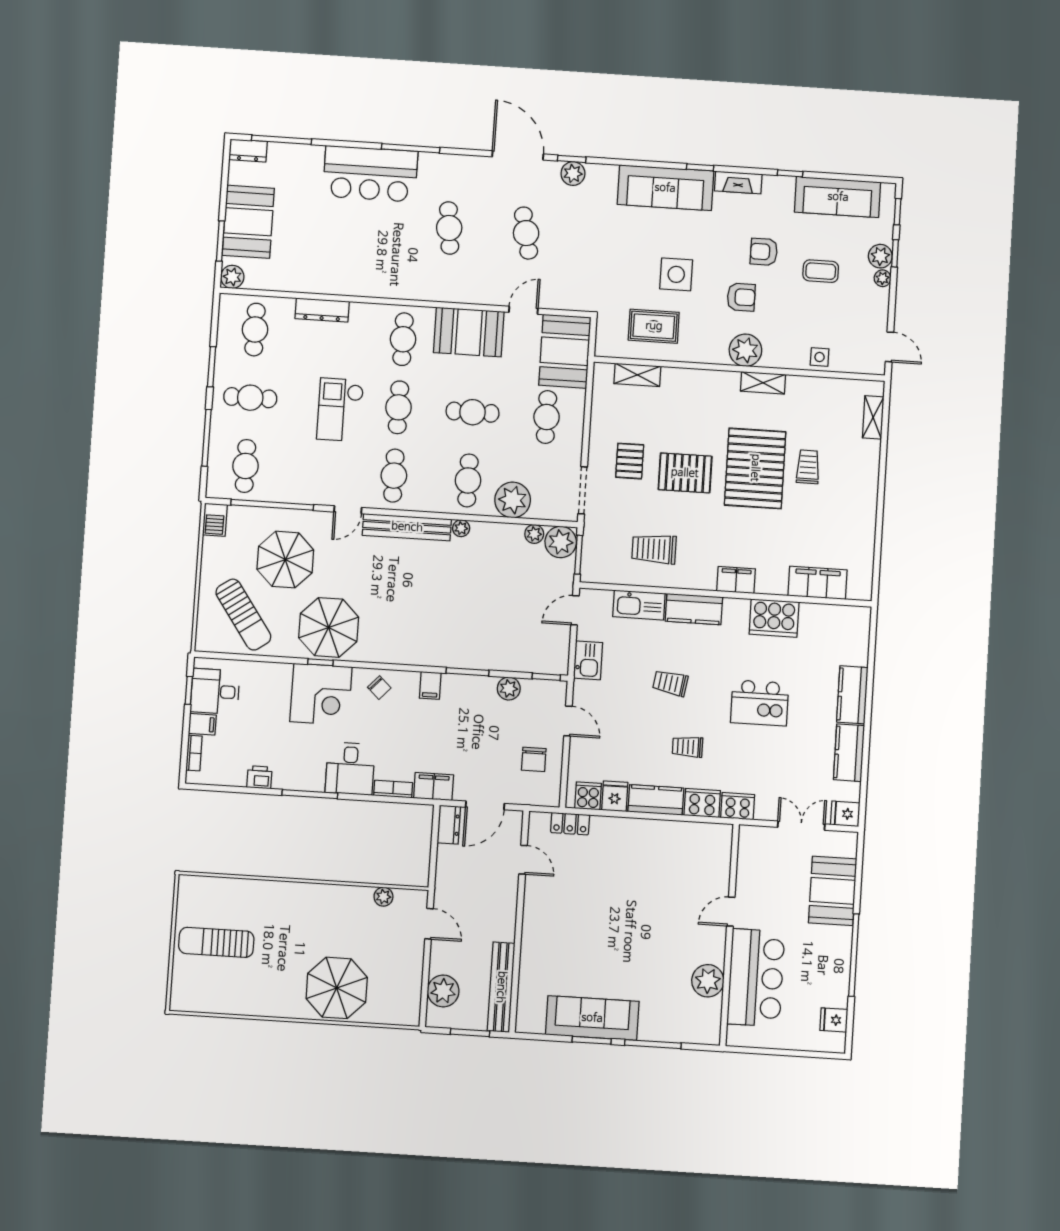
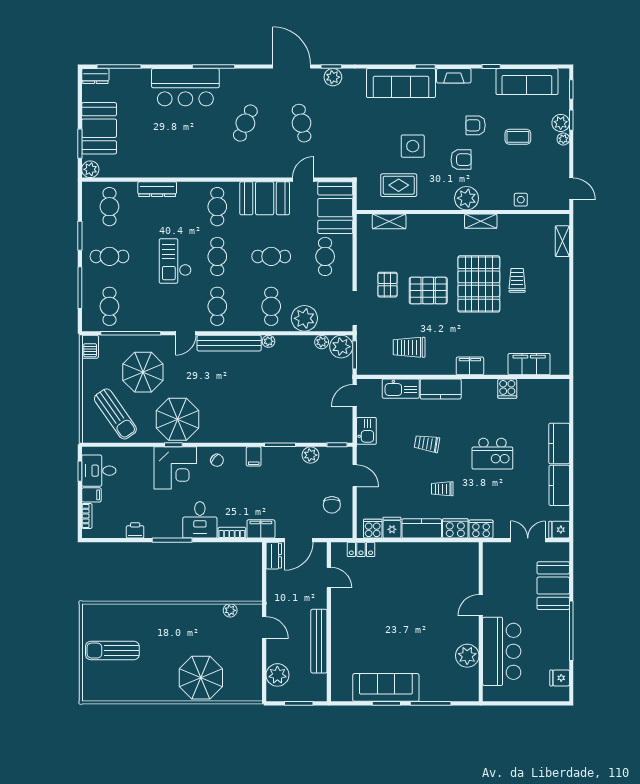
cafe table: (449, 228) -> (245, 123), turned 30
cooker: (774, 618) -> (507, 389), width x0.53, depth x0.76
bench: (501, 987) -> (319, 641), moved

